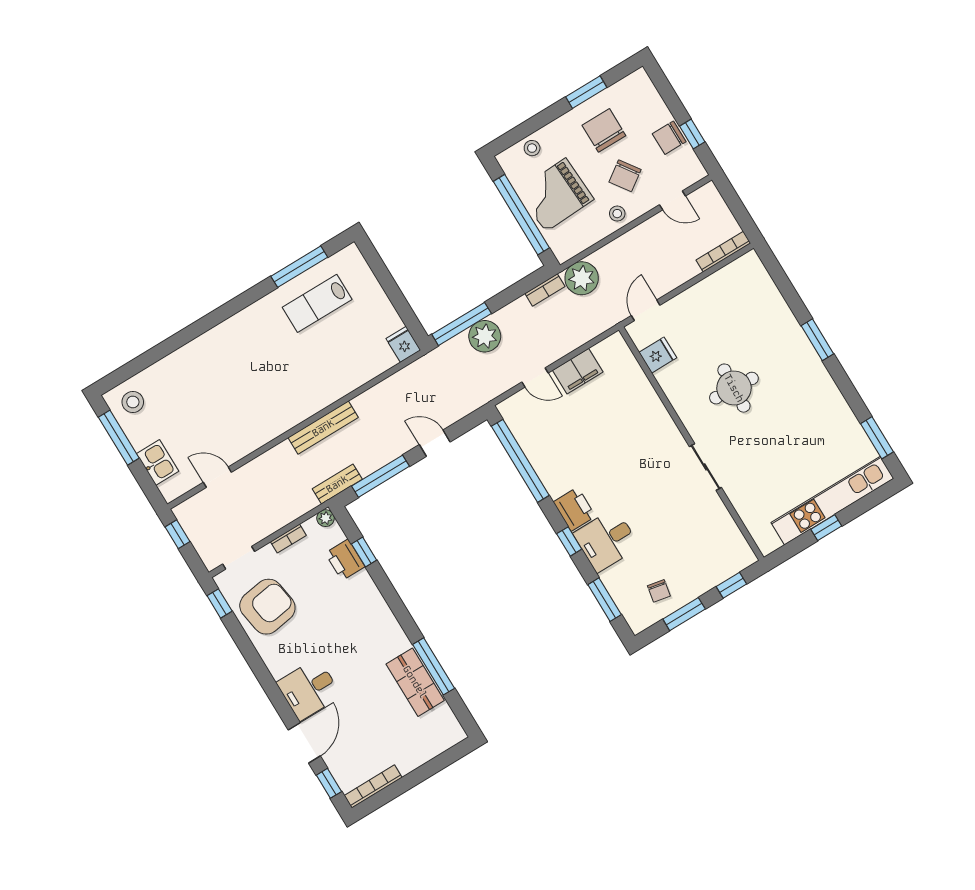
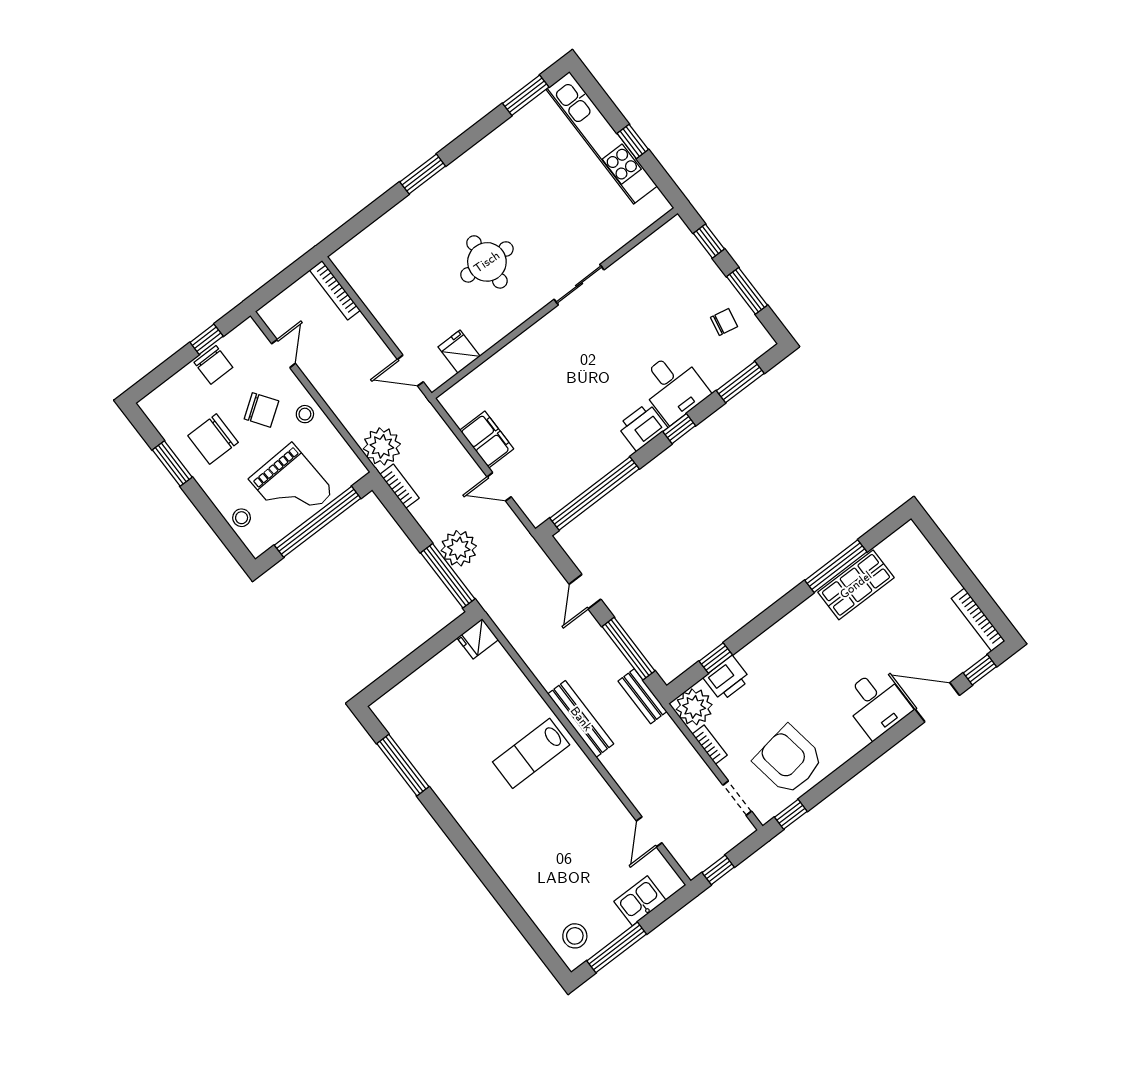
lab bench: (317, 303) -> (531, 753), moved, turned 90
door: (535, 378) -> (499, 487), swing flipped
plant: (326, 518) -> (694, 707), width x1.88, depth x1.88

